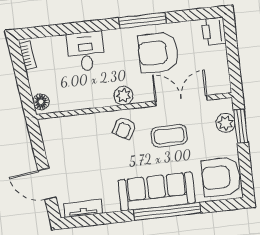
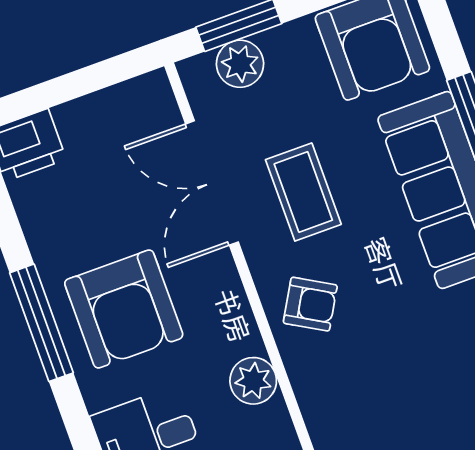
armchair: (158, 52) -> (124, 309), moved
plant: (123, 96) -> (253, 381), moved

